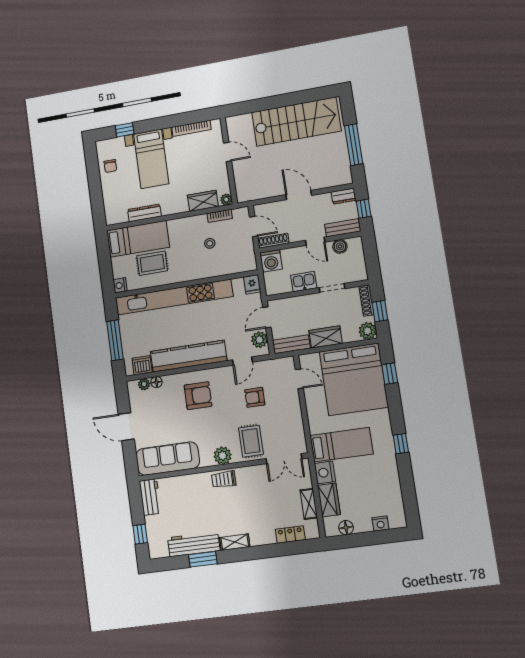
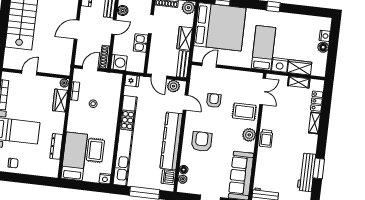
armchair: (255, 397) -> (214, 101), turned 180
floor lamp: (346, 528) -> (323, 47), moved
shelving: (235, 542) -> (315, 123), moved

